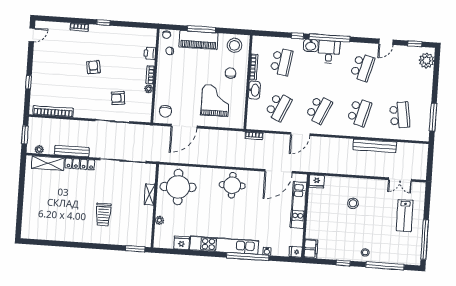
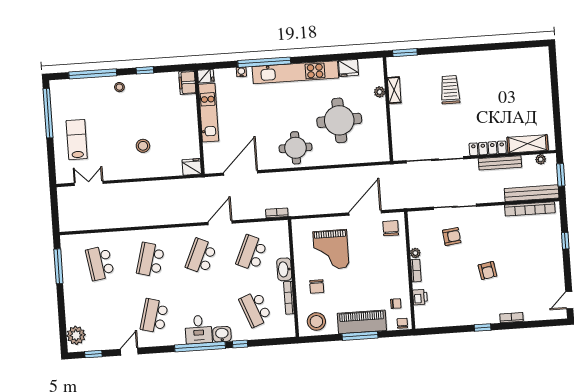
school desk: (281, 62) -> (255, 309), turned -30
bench: (375, 146) -> (532, 193), moved
round table: (178, 187) -> (339, 120), moved
shelving: (149, 194) -> (394, 90), moved
kitchen unit: (298, 205) -> (209, 113), moved

